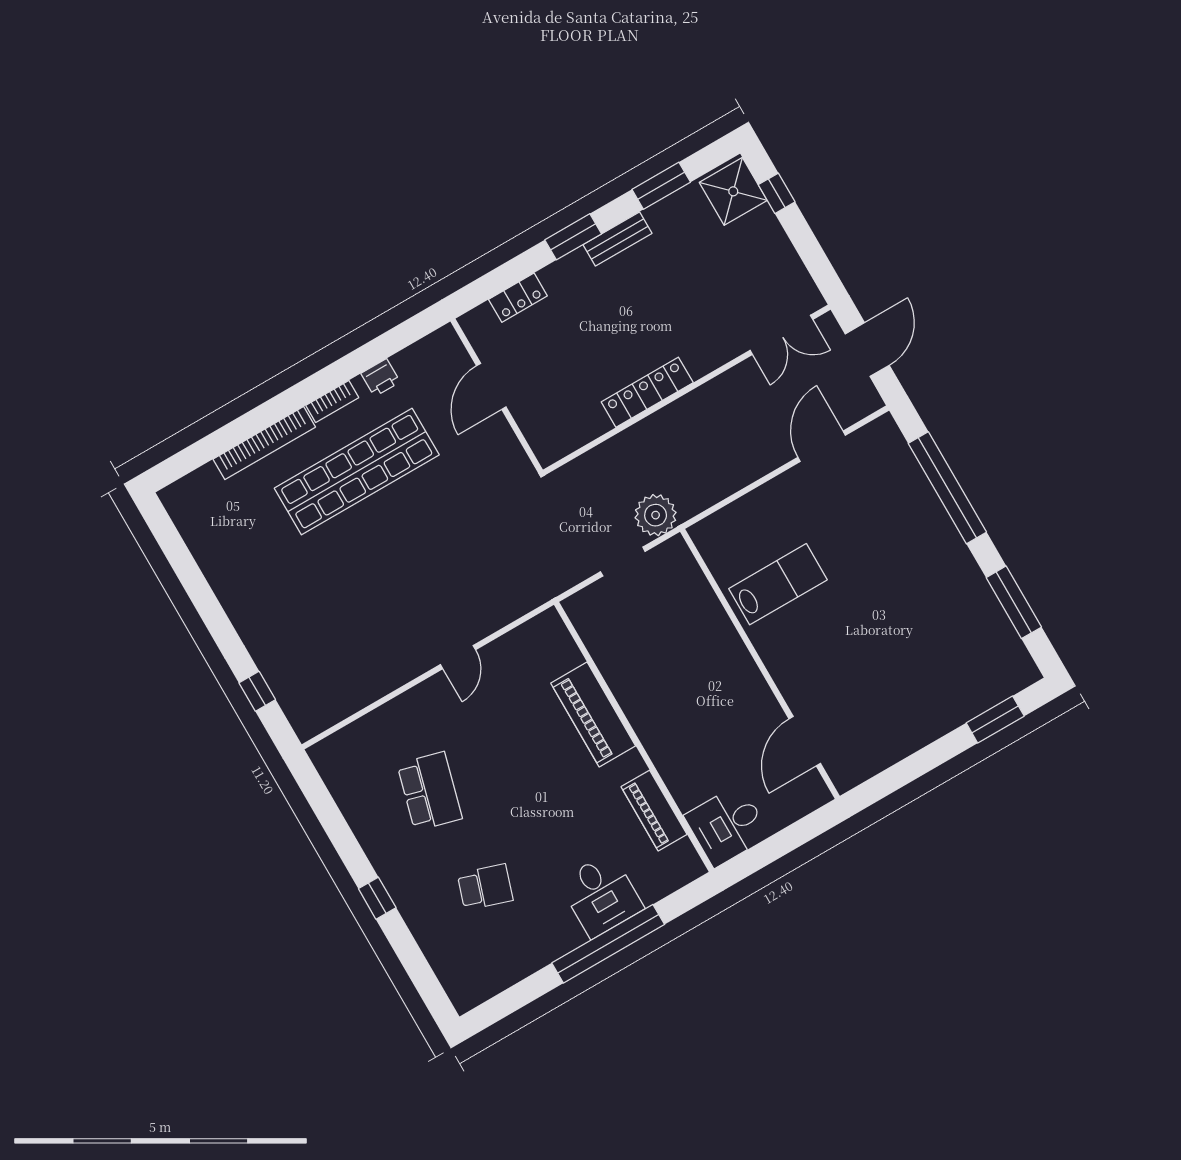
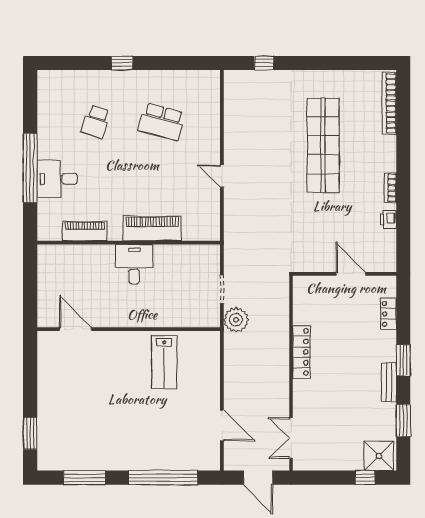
bookcase: (264, 443) -> (389, 103), moved
shop shelf: (357, 472) -> (323, 145), moved
desk: (727, 826) -> (134, 264), moved

